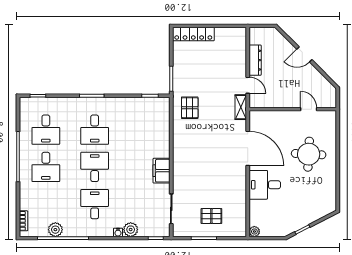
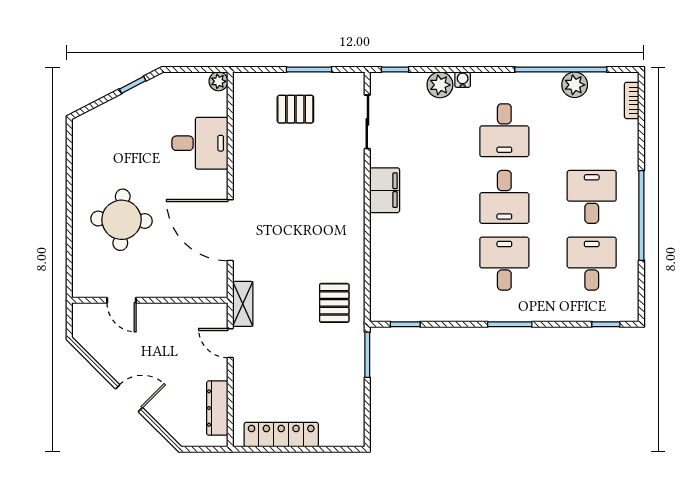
locker: (193, 34) -> (281, 435), moved
dresser: (255, 60) -> (217, 408), moved
desk: (265, 185) -> (200, 143), moved

